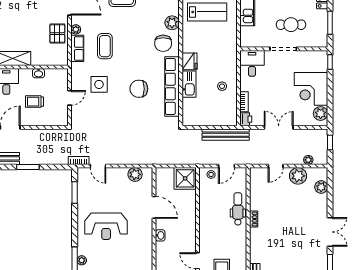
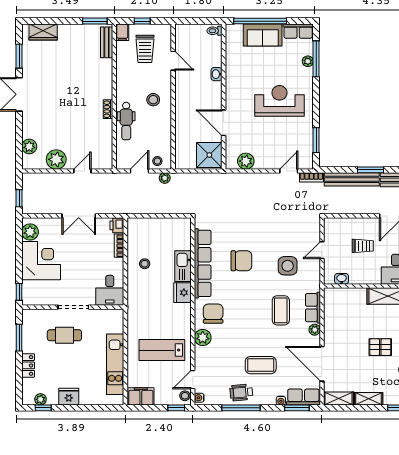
pallet: (57, 34) -> (380, 347), moved, turned 90
washbasin: (38, 73) -> (342, 279), moved
bench: (226, 135) -> (352, 179), moved
plant: (308, 160) -> (165, 178), moved
door: (98, 166) -> (289, 171), hinge flipped
shower: (185, 178) -> (209, 155), moved
stool: (215, 227) -> (153, 100), added
washbasin: (160, 235) -> (217, 74), moved

